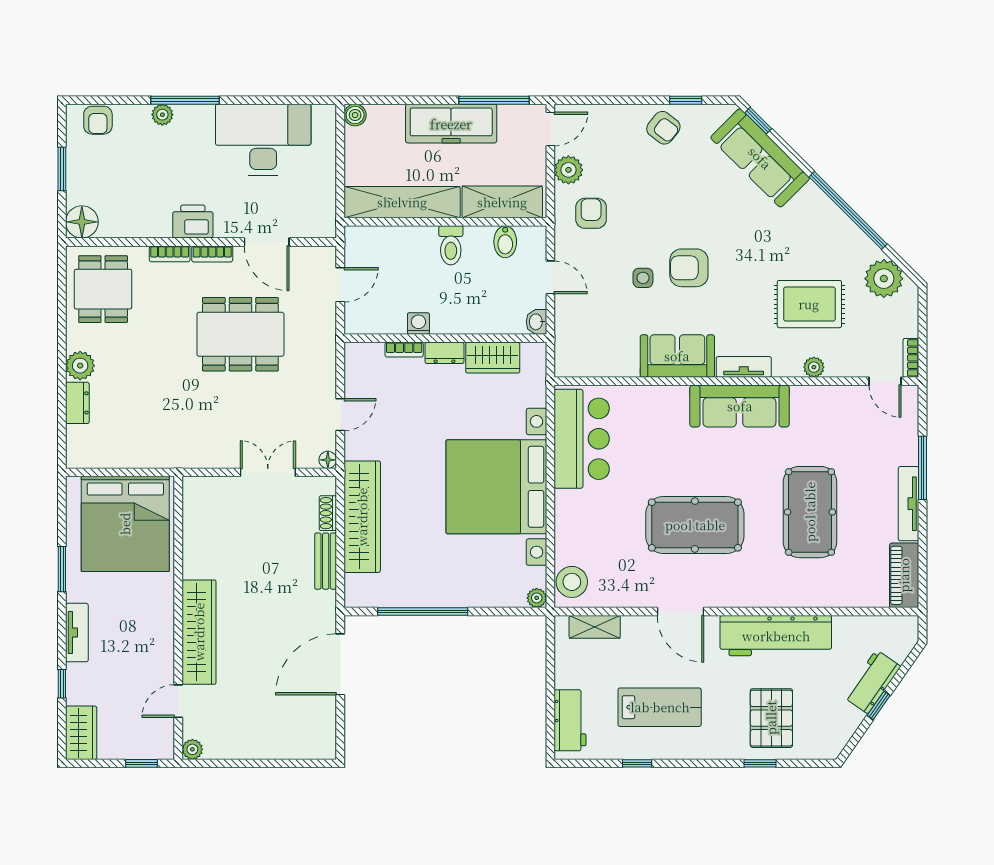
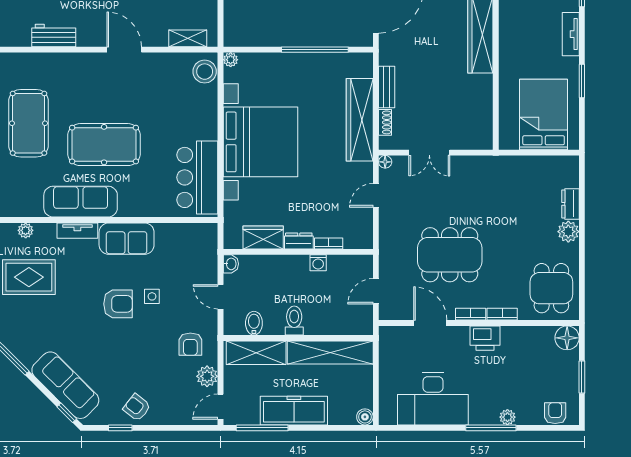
bed: (125, 524) -> (544, 114), width x0.73
pool table: (695, 525) -> (104, 145), moved
workbench: (776, 636) -> (54, 35), width x0.53, depth x0.76

